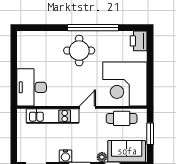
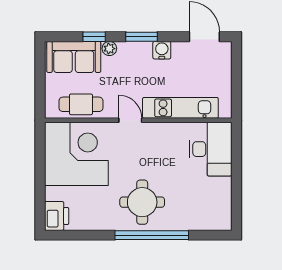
window: (93, 28) -> (152, 235), moved
door: (87, 107) -> (130, 120), swing flipped
window: (150, 134) -> (40, 82), removed

